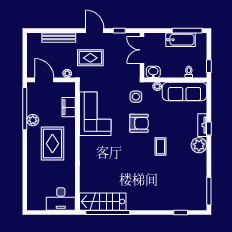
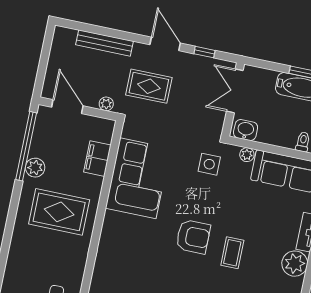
armchair: (139, 123) -> (193, 237), moved
rug: (52, 144) -> (59, 212), turned 90

